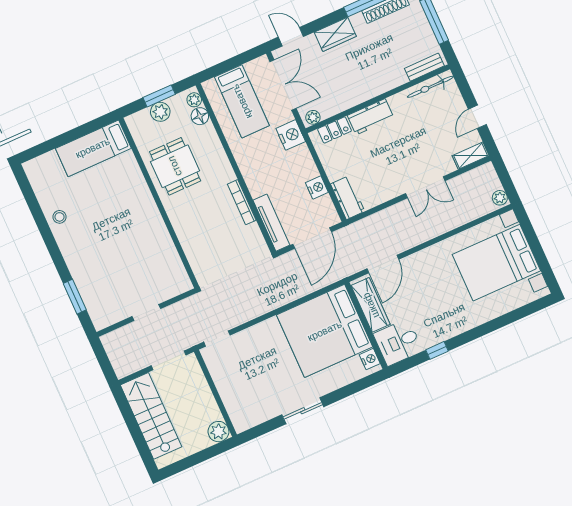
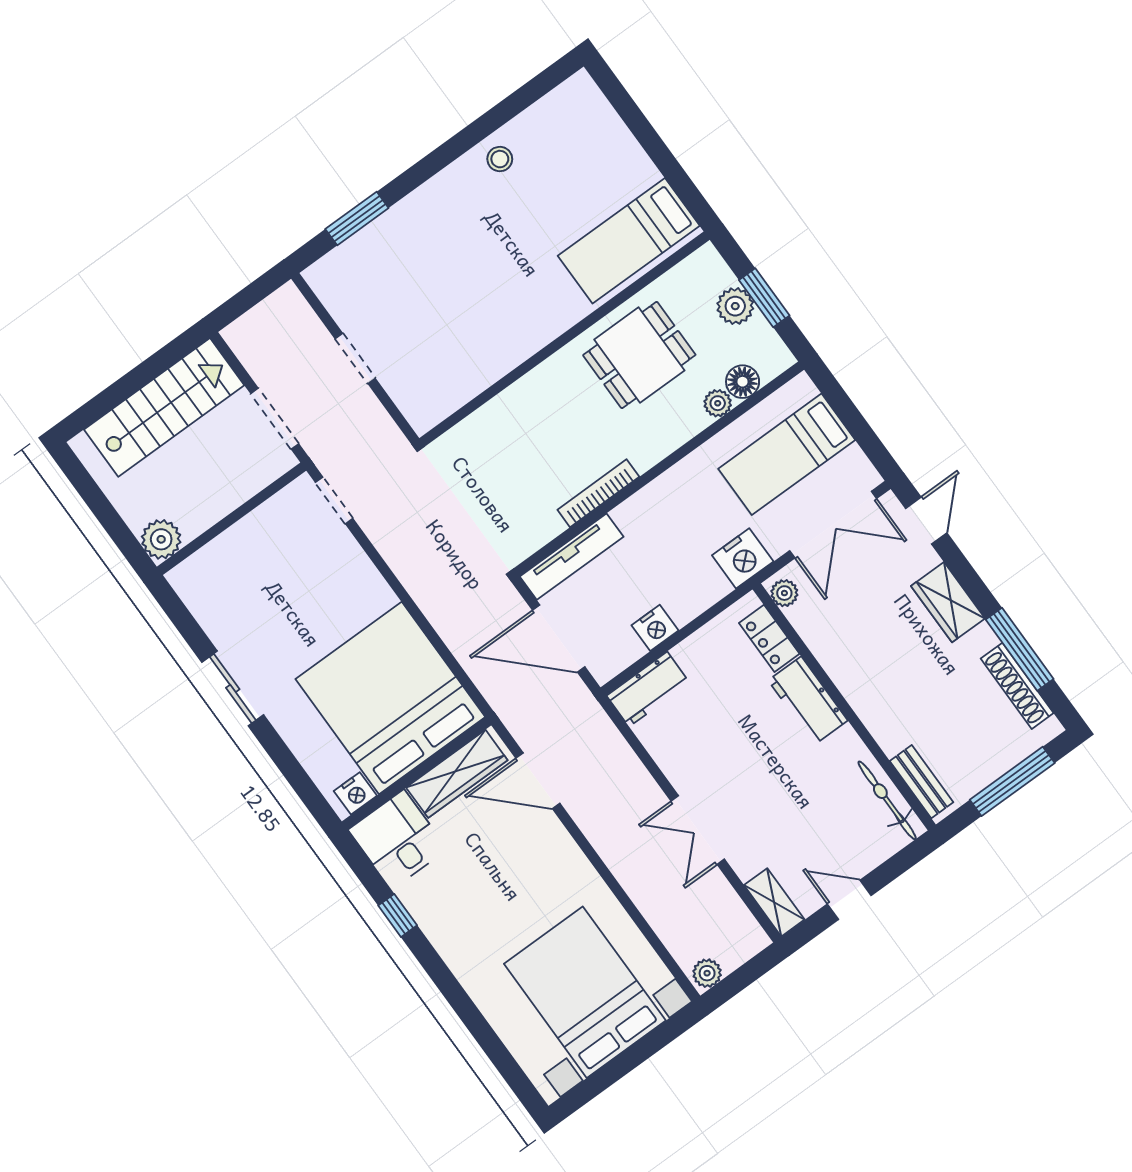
plant: (194, 100) -> (718, 403), moved
bed: (93, 148) -> (629, 241), moved, turned -90

